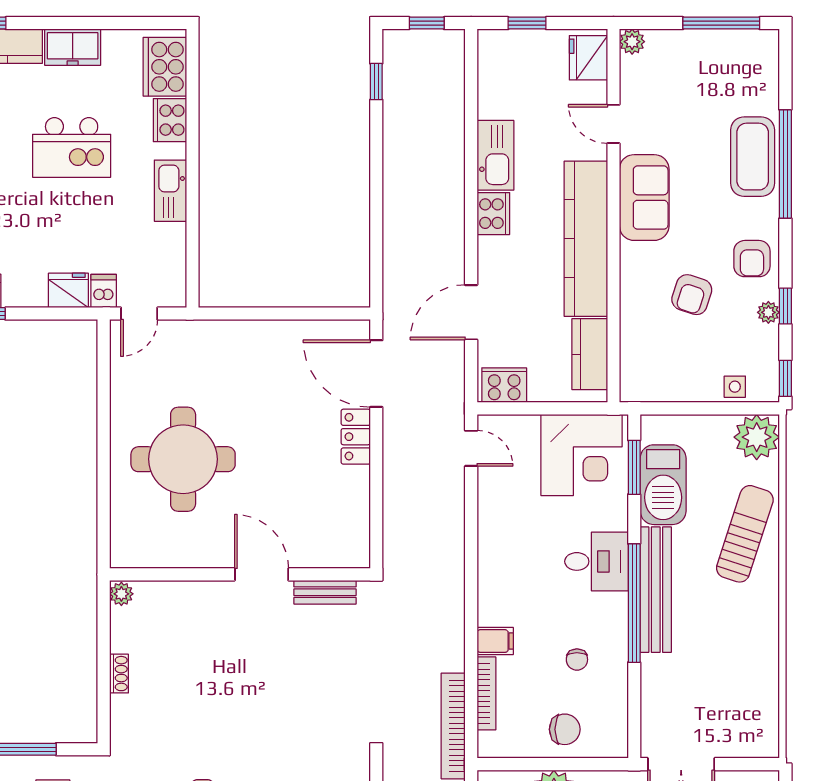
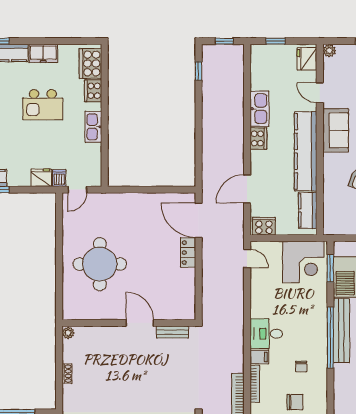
desk: (596, 561) -> (266, 334), moved, turned 180

